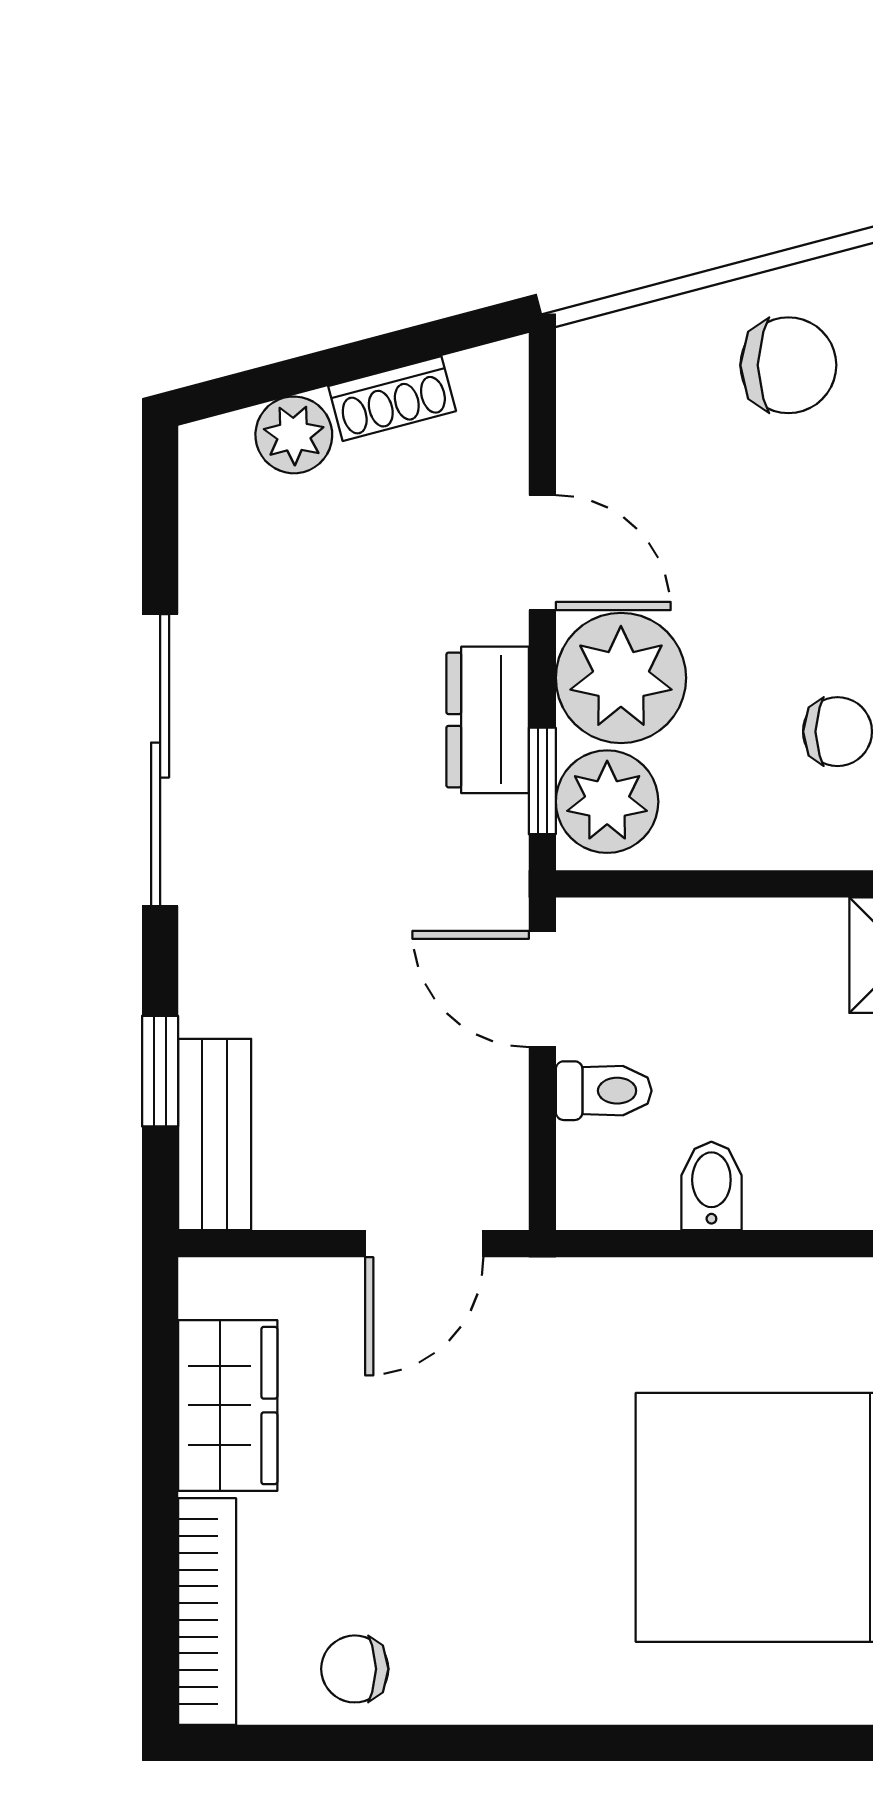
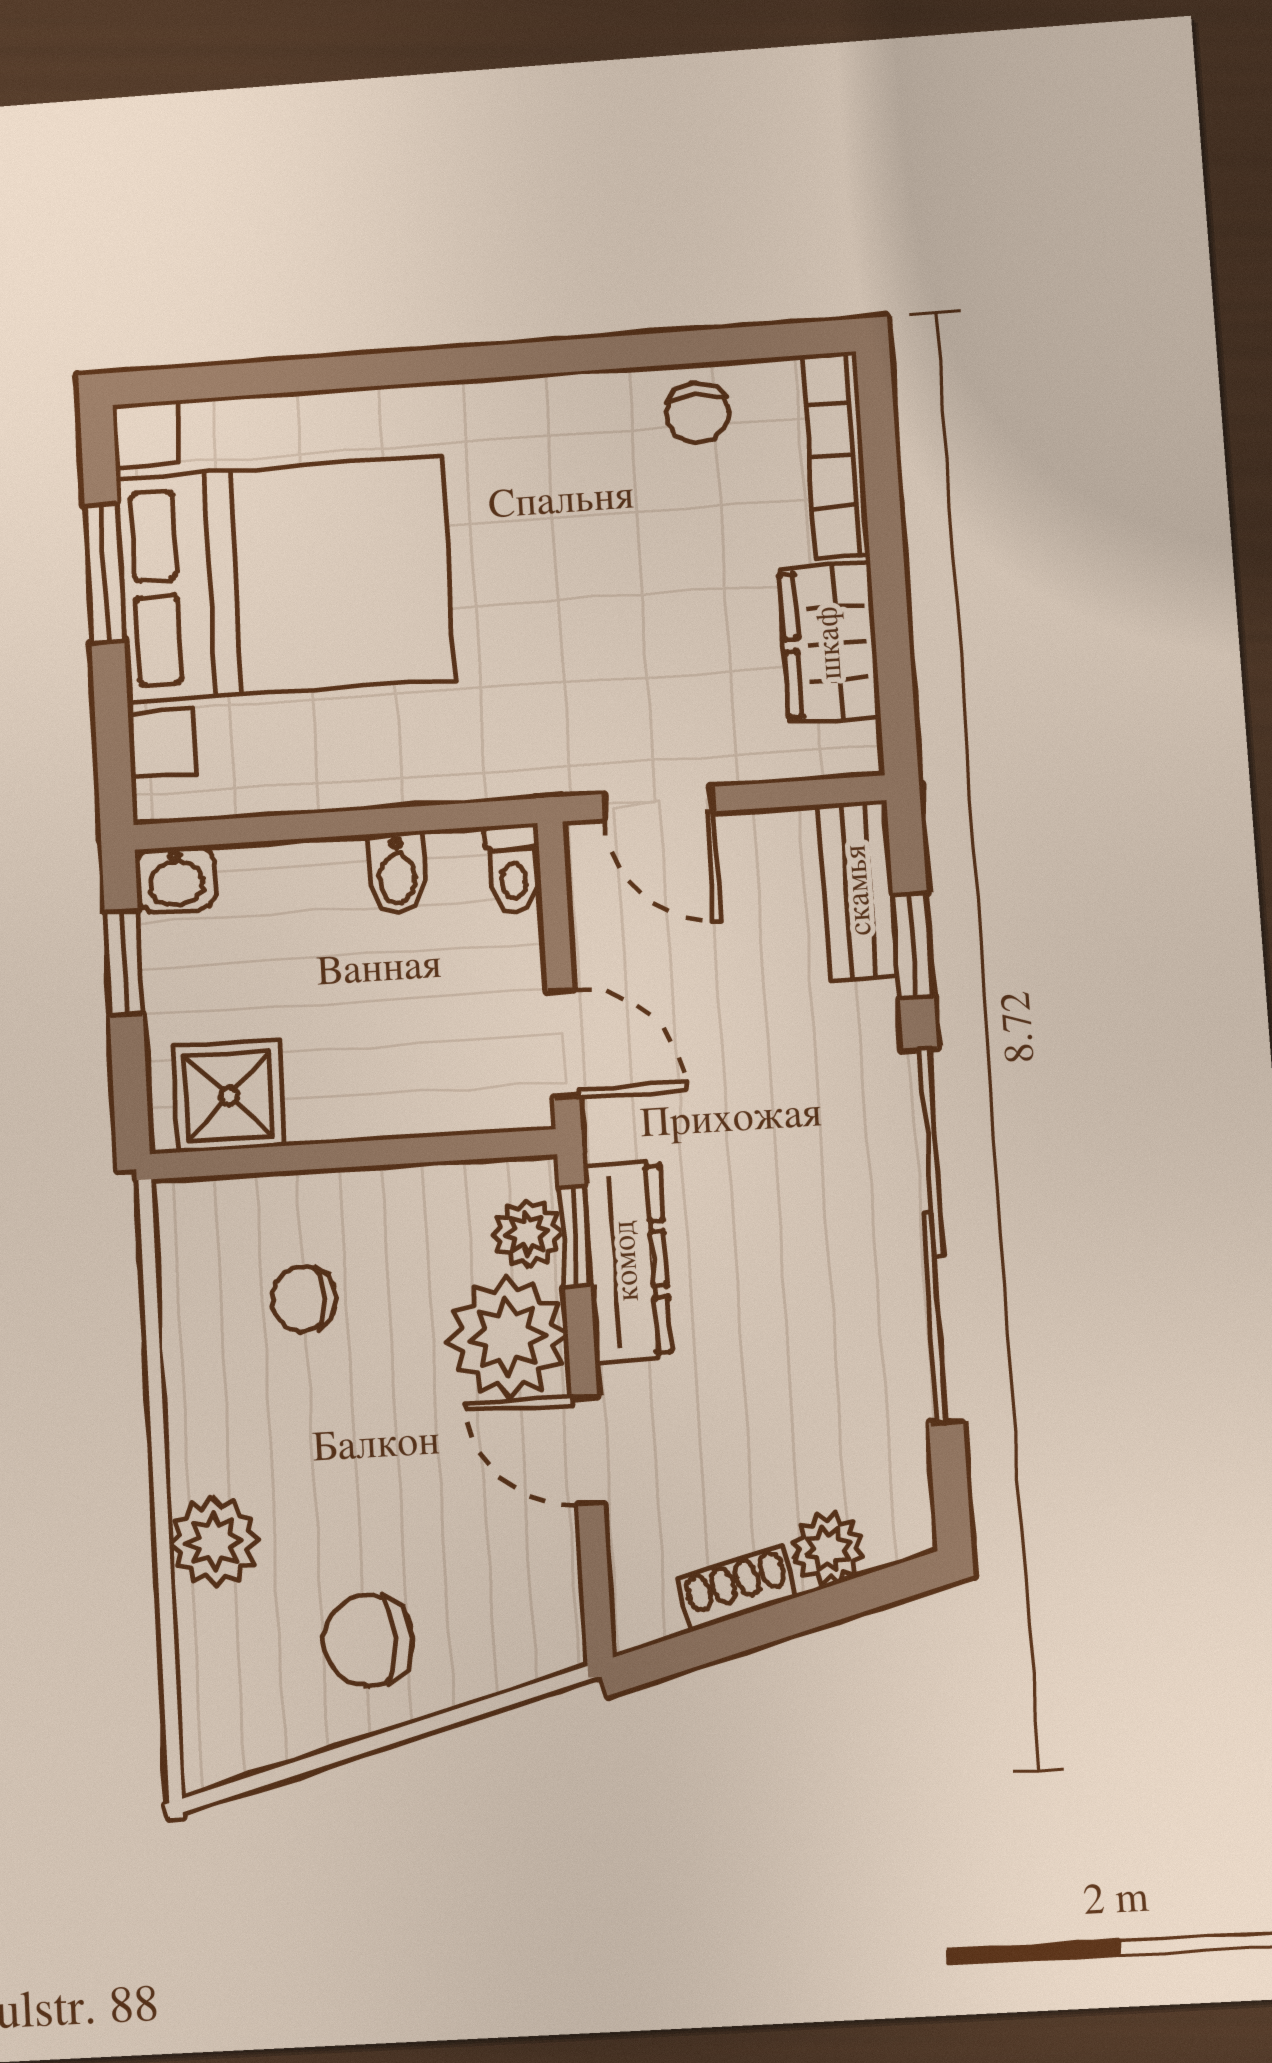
dresser: (488, 720) -> (627, 1261), width x1.44
sliding door: (160, 760) -> (933, 1235), width x1.36
plant: (607, 802) -> (527, 1233), width x0.73, depth x0.73
toilet: (604, 1091) -> (513, 869), moved, turned -90
door: (424, 1244) -> (658, 803), swing flipped
chair: (355, 1669) -> (697, 413), turned 90

